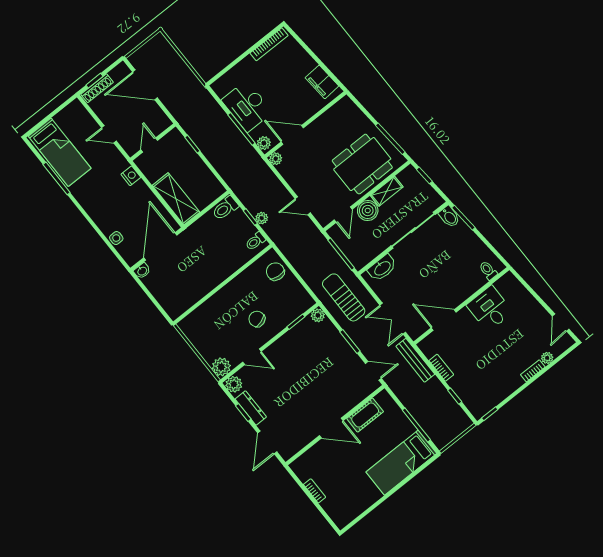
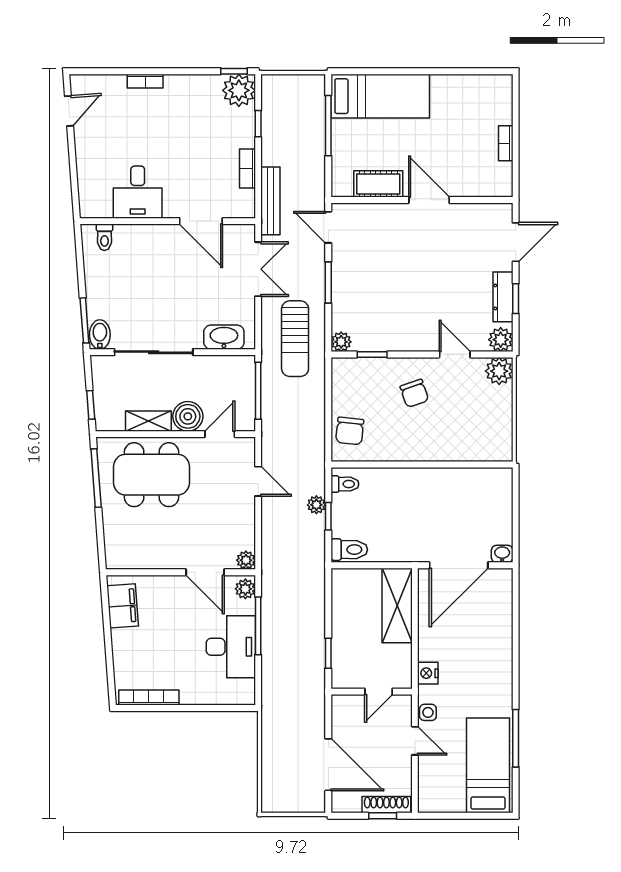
side table: (116, 238) -> (428, 712), moved
plant: (547, 358) -> (239, 90), moved, width x1.88, depth x1.88

